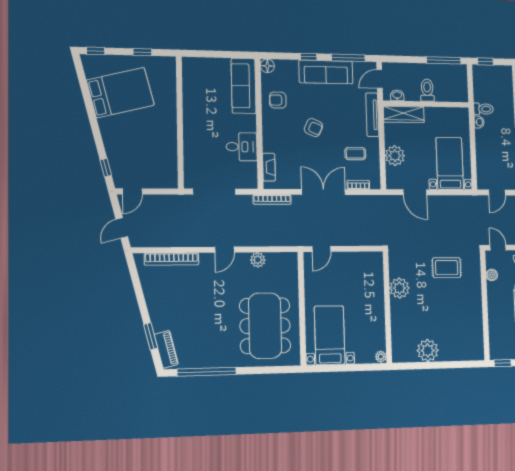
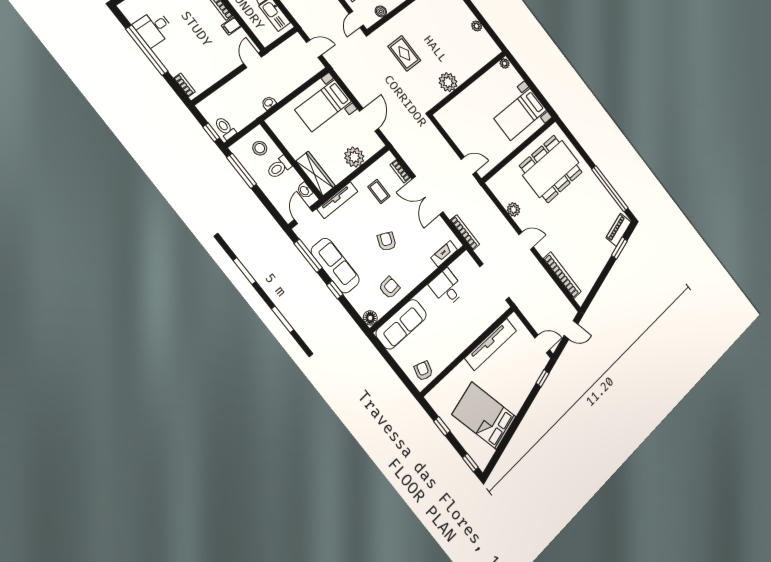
armchair: (195, 73) -> (423, 371), added
door: (380, 79) -> (304, 216), swing flipped
stool: (451, 87) -> (260, 148), added
armchair: (278, 100) -> (389, 288), turned -95
toilet: (483, 109) -> (225, 128), moved
tv unit: (169, 146) -> (491, 344), added
plant: (428, 350) -> (477, 26), width x0.53, depth x0.53

